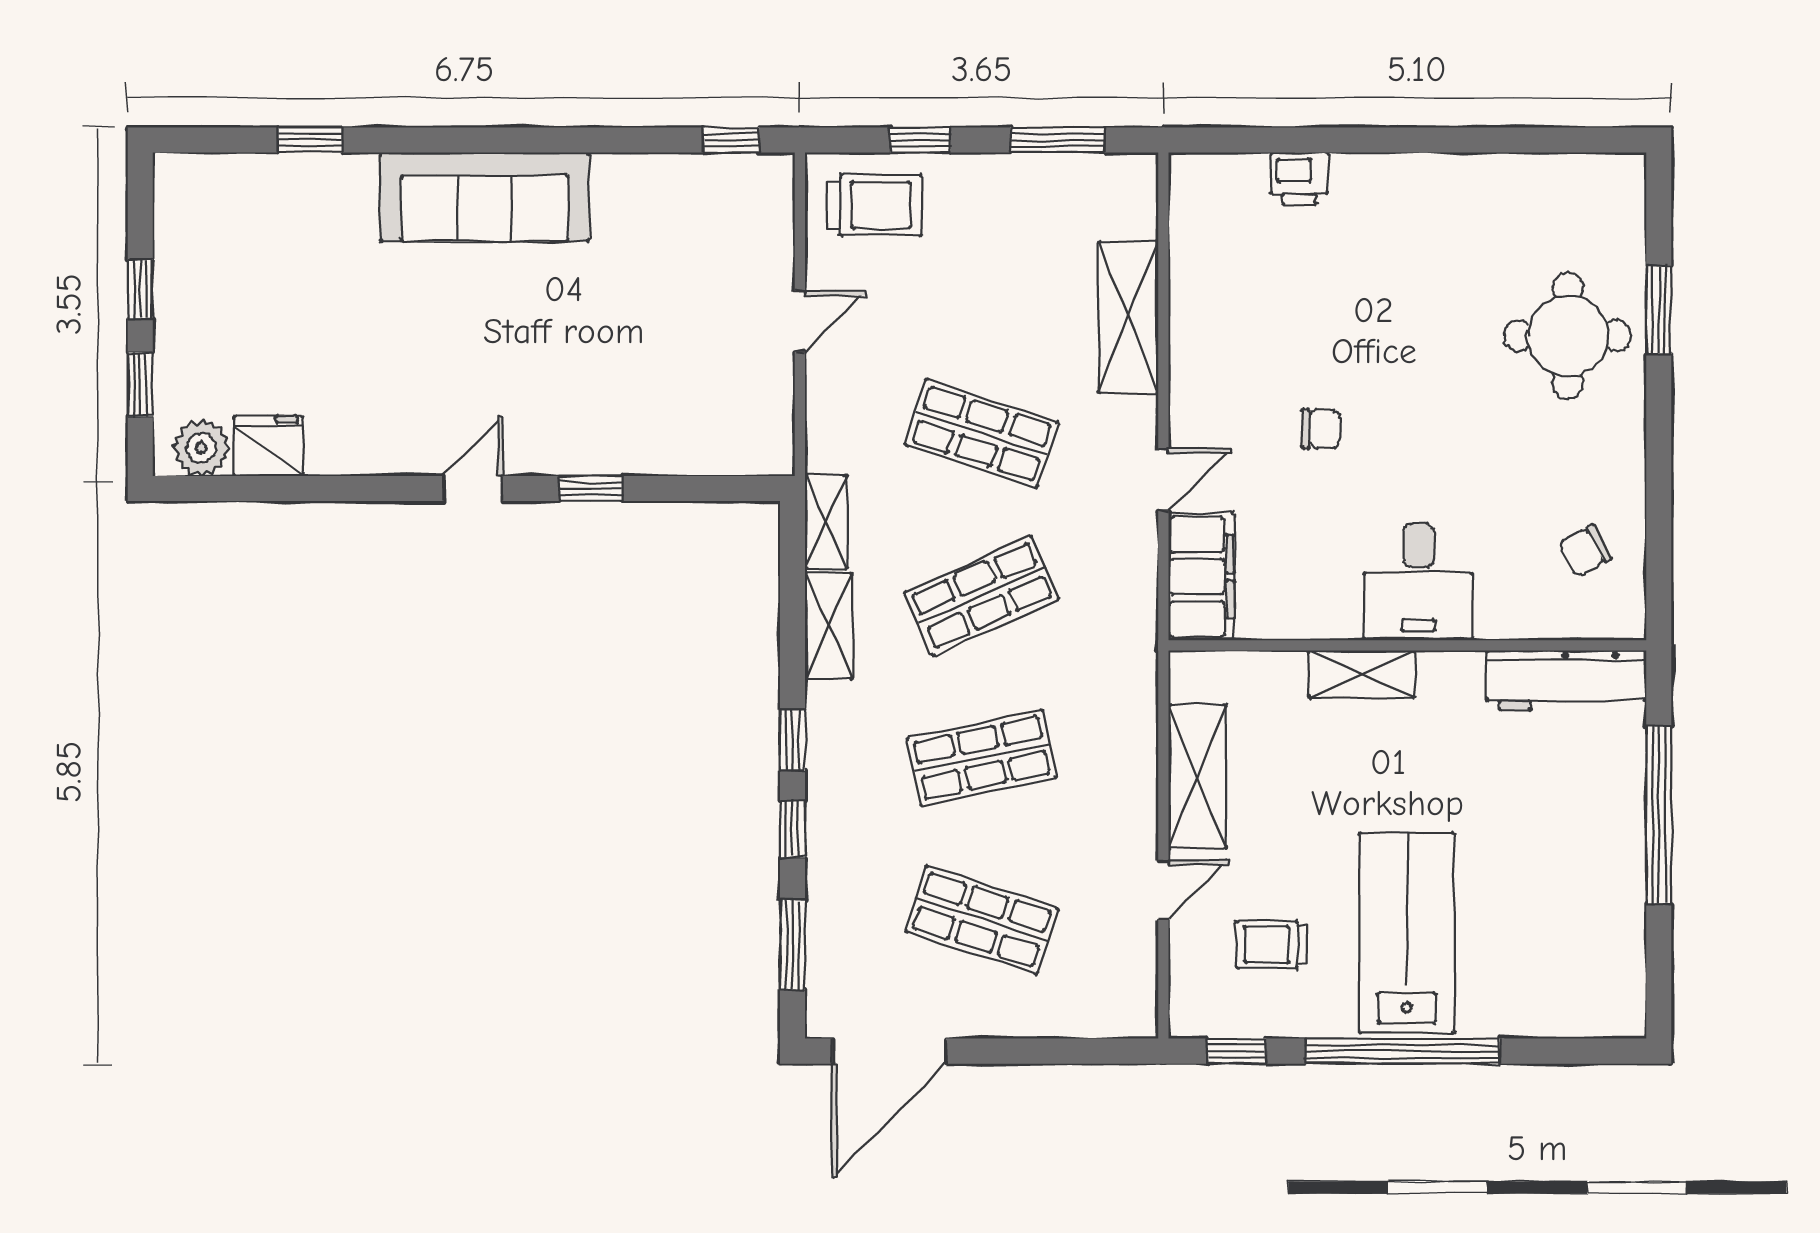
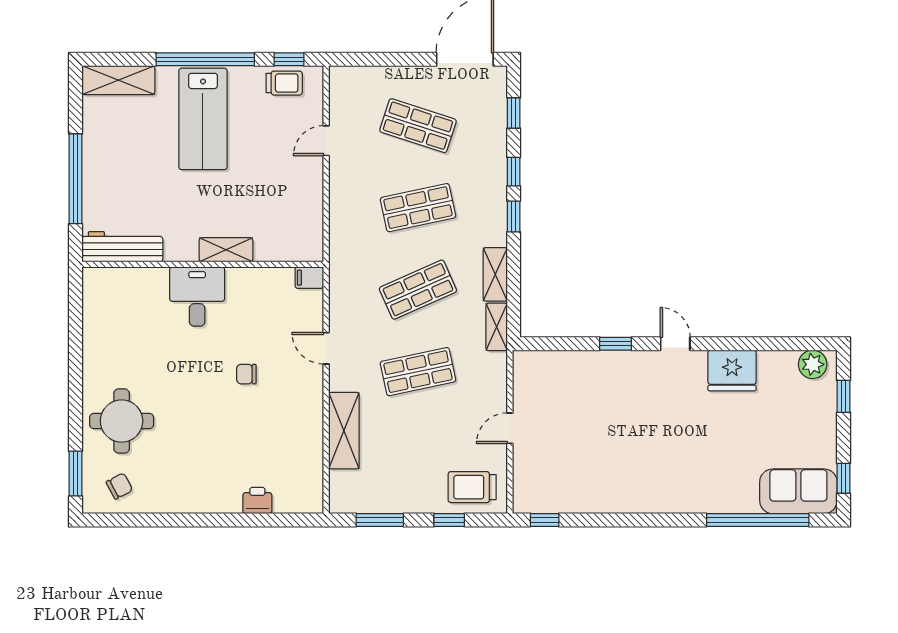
window: (310, 140) -> (758, 520), width x3.17
sofa: (485, 197) -> (798, 491), moved, width x0.73
window: (140, 289) -> (843, 478), moved
window: (1659, 310) -> (76, 474), moved
shop shelf: (982, 433) -> (418, 372), turned -30
fridge: (268, 446) -> (732, 370), moved, width x1.36, depth x1.34
door: (1163, 480) -> (326, 348), hinge flipped
door: (473, 488) -> (675, 344), swing flipped
chair: (1585, 551) -> (119, 486), moved
filing cabinet: (1201, 577) -> (309, 278), width x0.33, depth x0.86
shelving: (1197, 776) -> (118, 80), moved, turned 90
window: (793, 945) -> (514, 113), width x0.67
trolley: (1272, 945) -> (284, 83), moved

